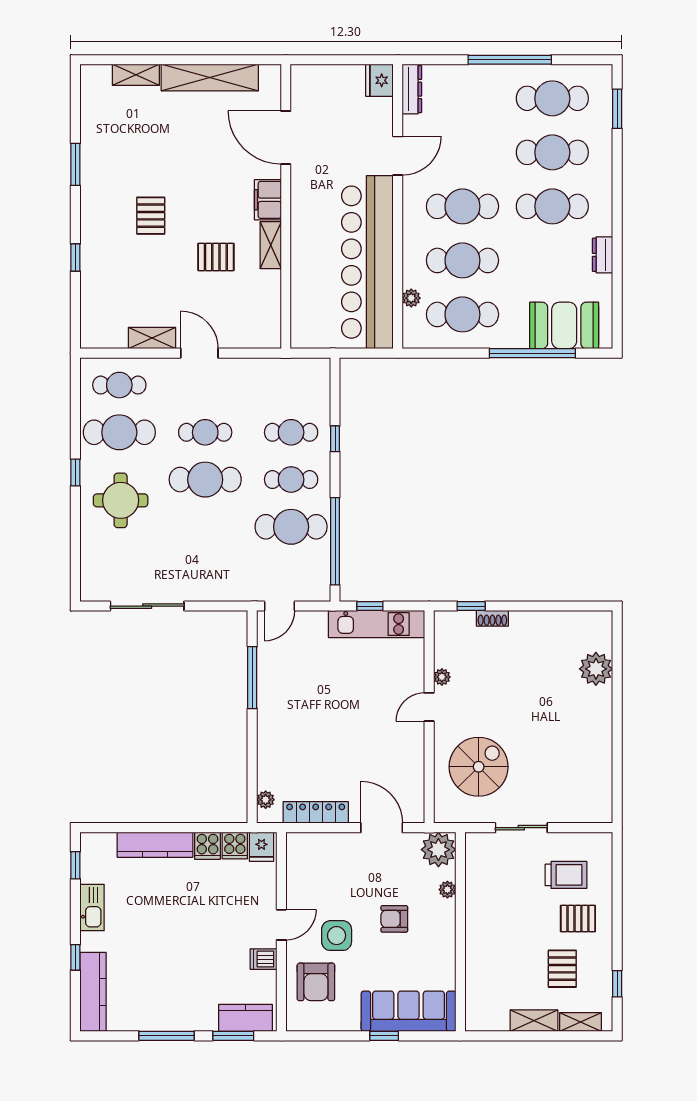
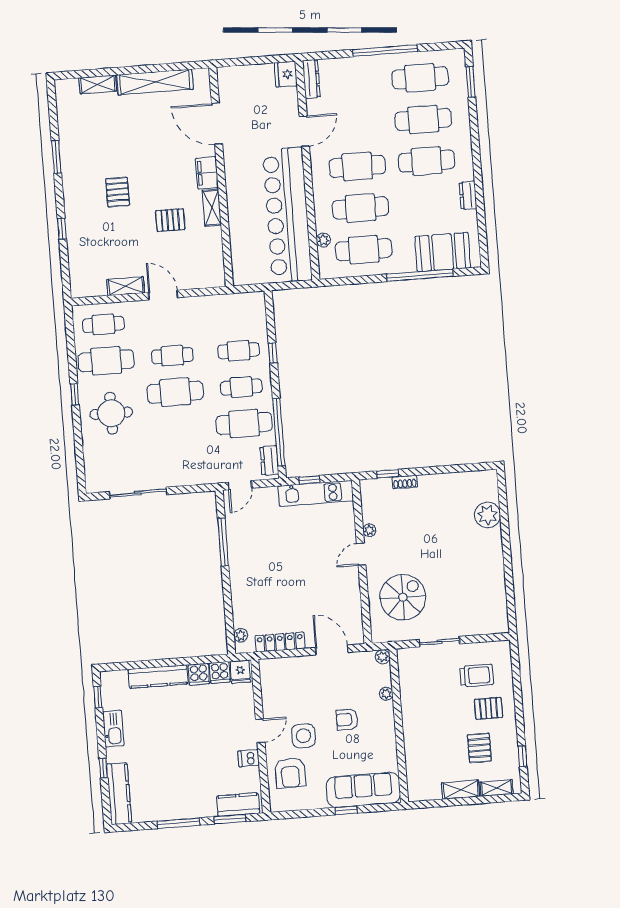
dresser: (320, 577) -> (269, 460), added
plant: (438, 850) -> (383, 657), width x0.53, depth x0.53

